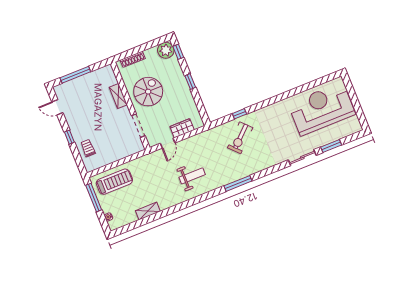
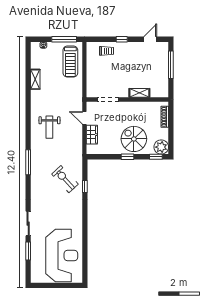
spiral stairs: (148, 92) -> (134, 139), moved, turned 180

